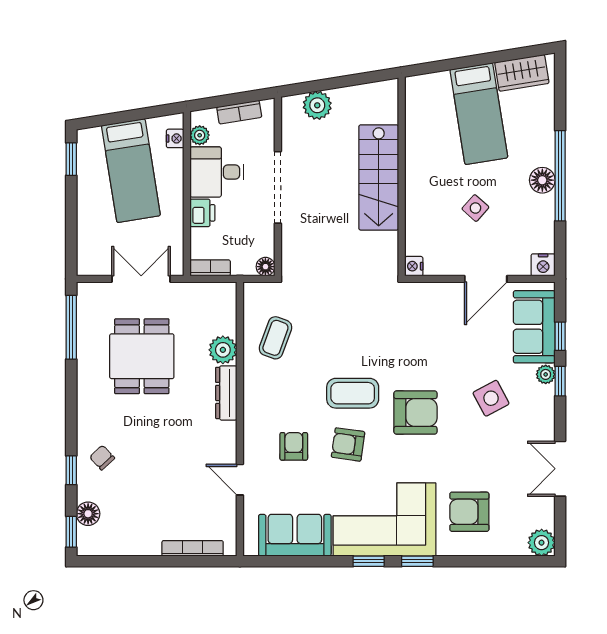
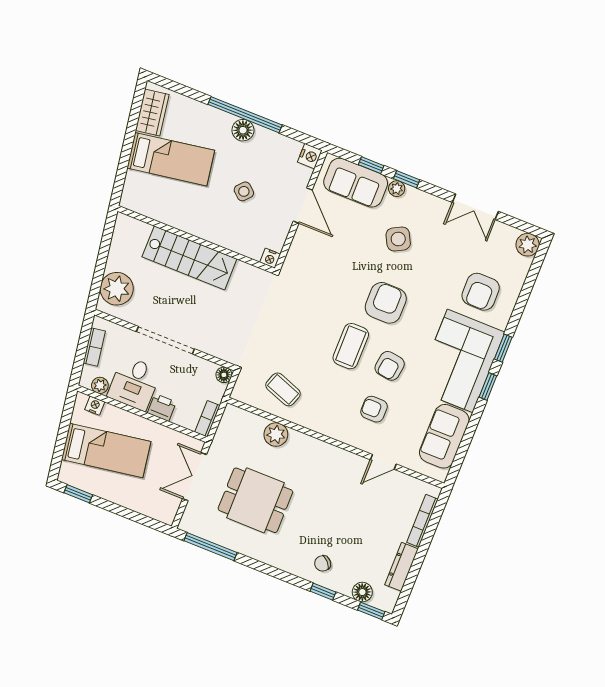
plant: (317, 105) -> (117, 289), width x1.36, depth x1.36
dresser: (226, 393) -> (401, 567), moved, turned 90

